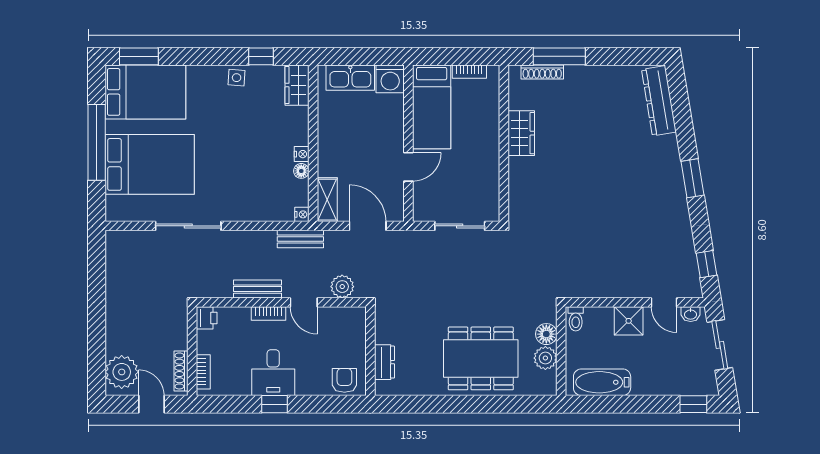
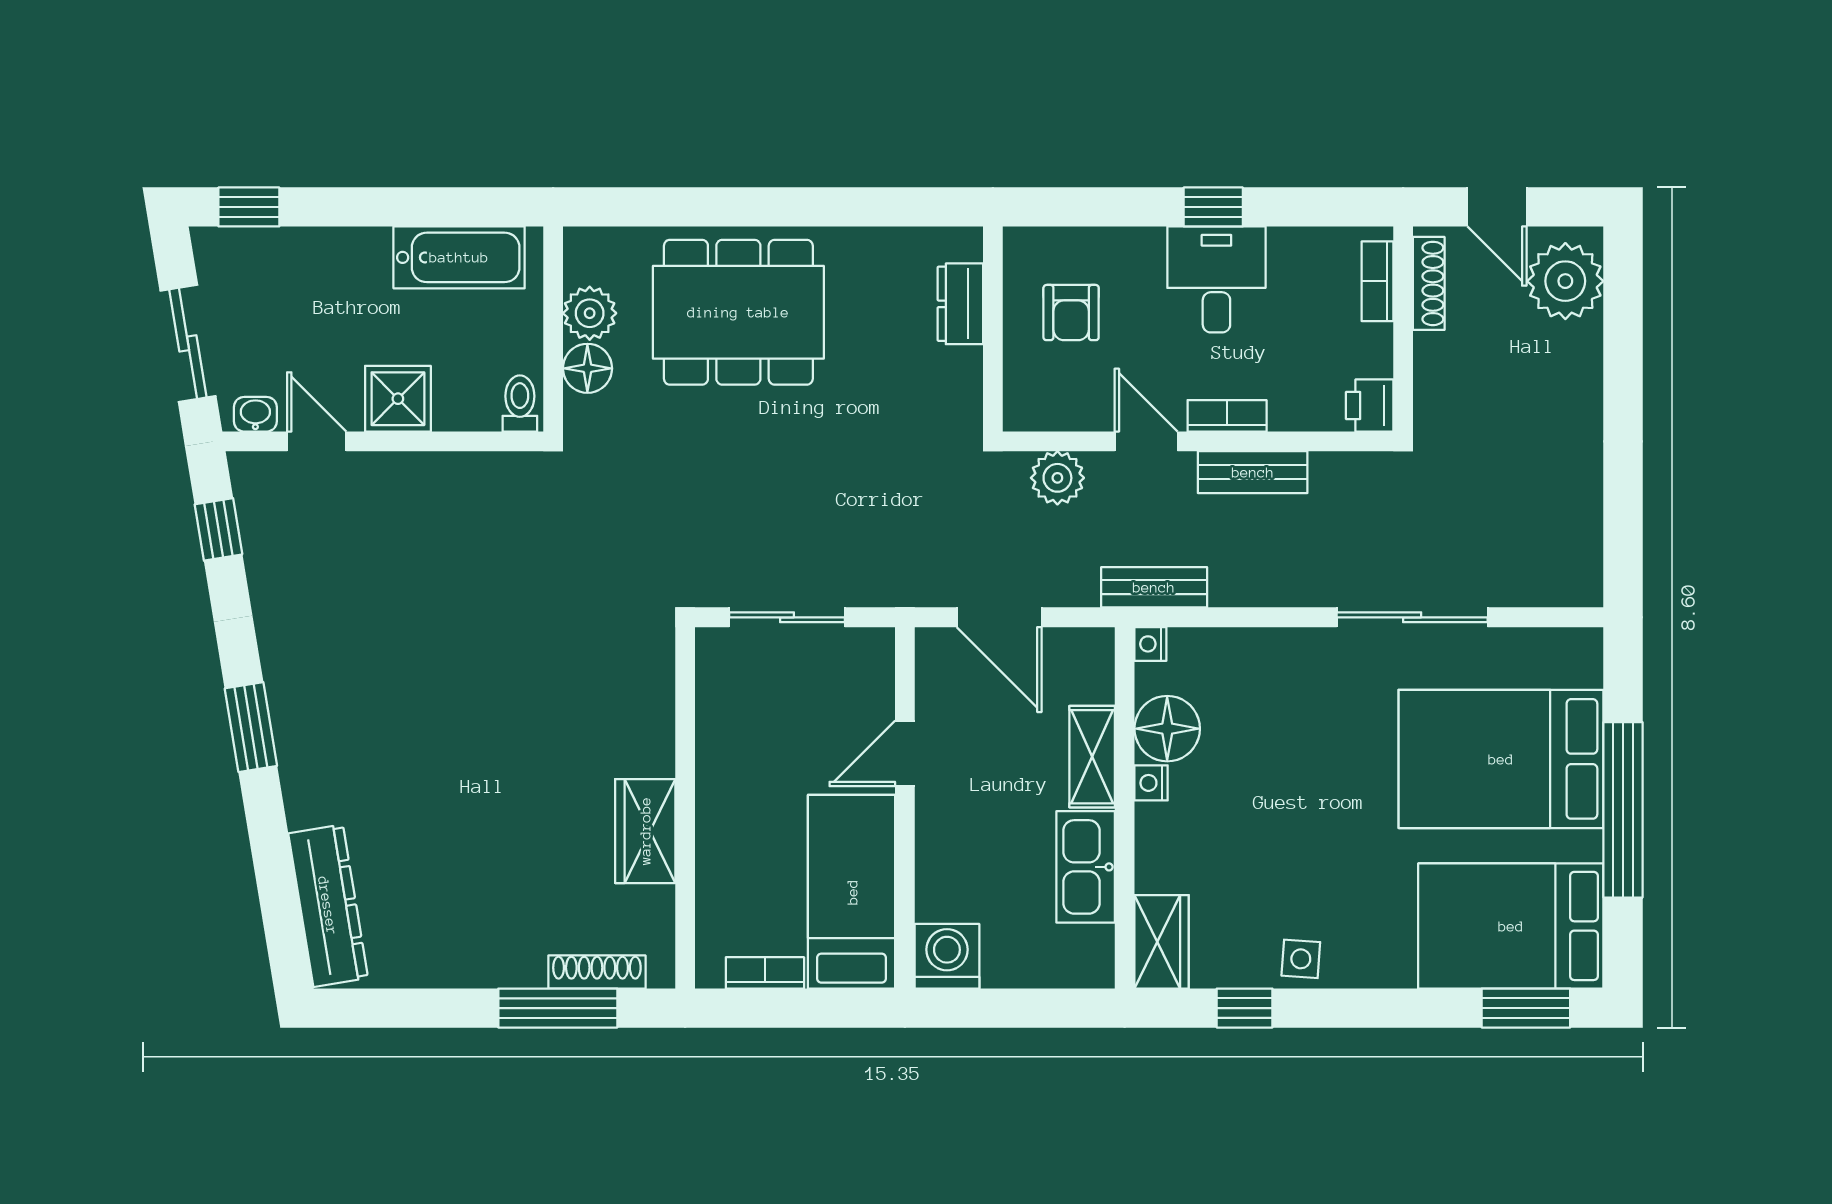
kitchen sink: (350, 78) -> (1086, 867), moved, turned -90
floor lamp: (301, 171) -> (1167, 729), width x1.89, depth x1.89
shelving: (327, 200) -> (1092, 757), moved
armchair: (344, 380) -> (1071, 313), moved

